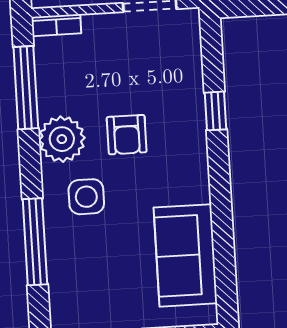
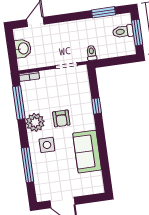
sofa: (185, 255) -> (87, 152), moved

